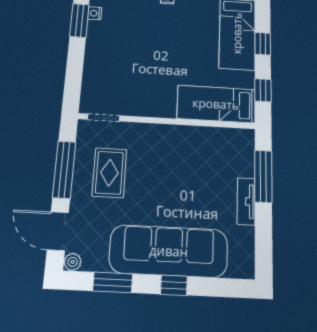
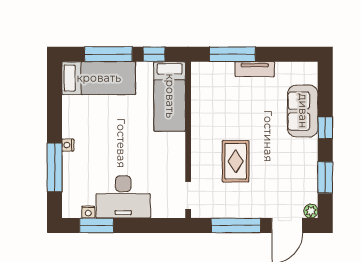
window: (263, 44) -> (108, 54), width x2.17
desk: (108, 49) -> (123, 197), added
rug: (109, 173) -> (236, 161), moved, turned 90
sofa: (169, 251) -> (303, 111), width x0.54, depth x0.79

